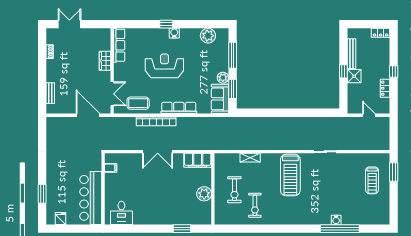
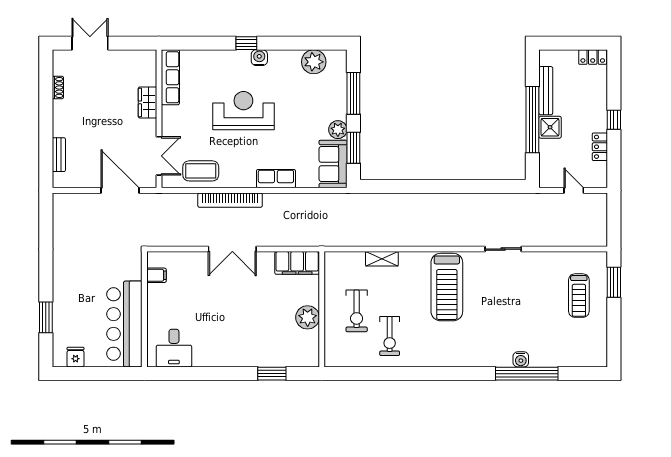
window: (343, 71) -> (532, 120), width x3.17
row of seats: (179, 108) -> (276, 179), width x0.68

